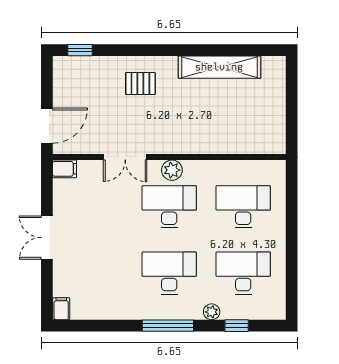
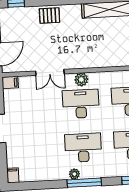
pallet: (140, 84) -> (49, 16), moved
plant: (212, 312) -> (74, 174), moved

